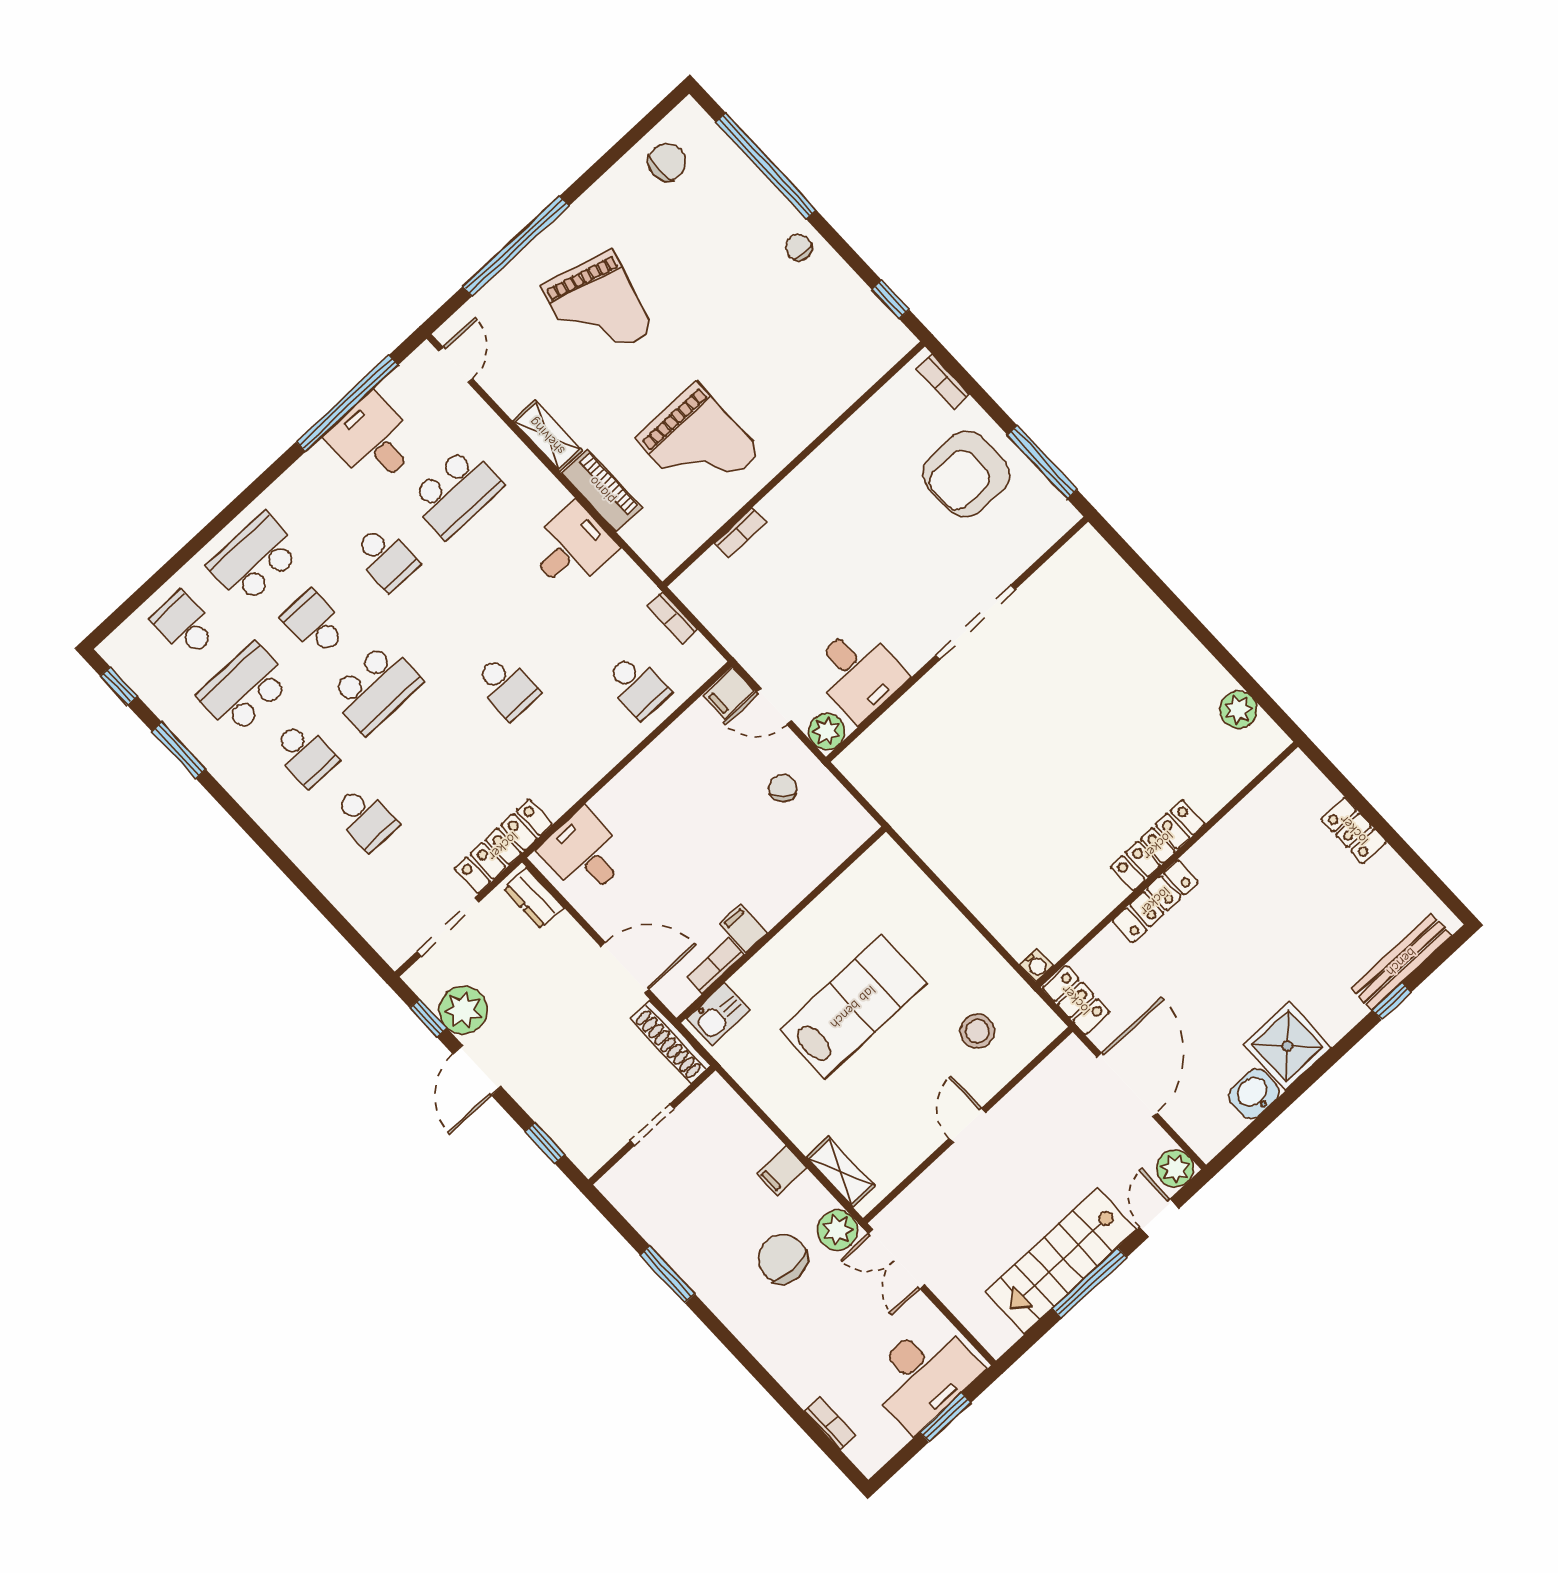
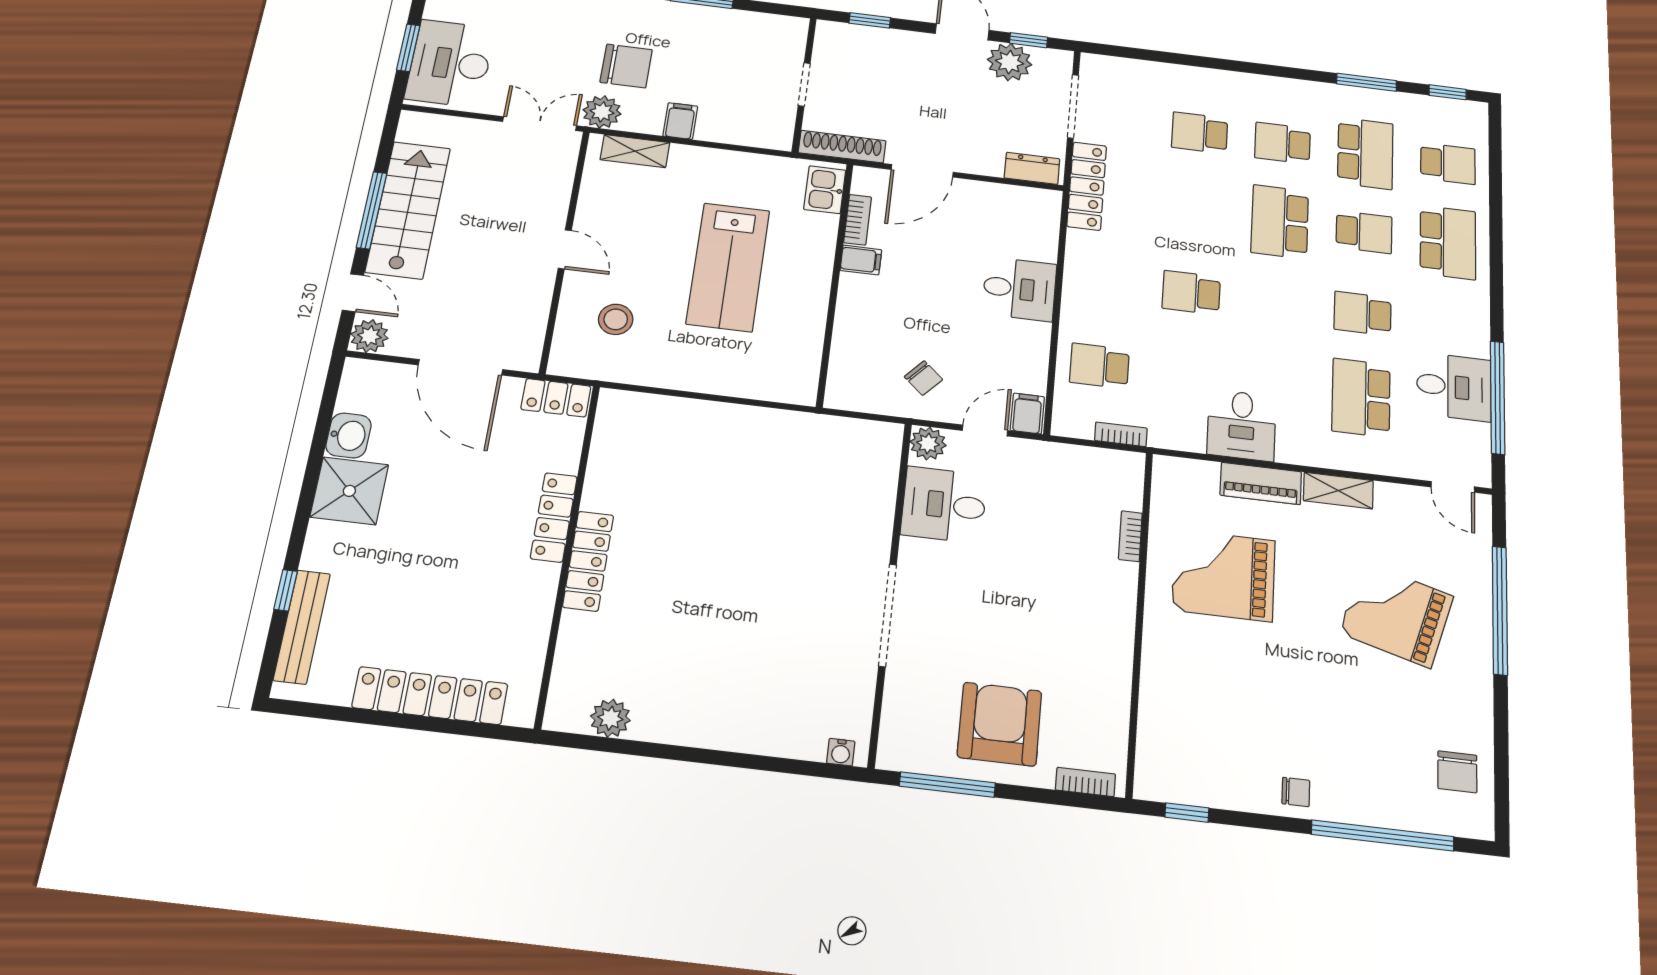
locker: (1354, 830) -> (430, 696), width x2.16, depth x1.21
desk: (584, 854) -> (1019, 289), moved
water cooler: (1036, 965) -> (841, 752), moved, turned -90

